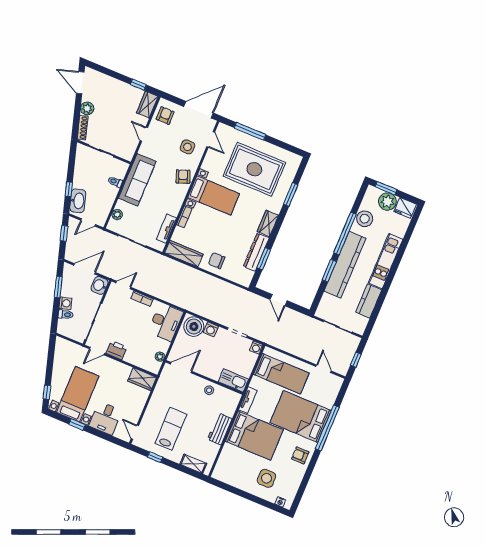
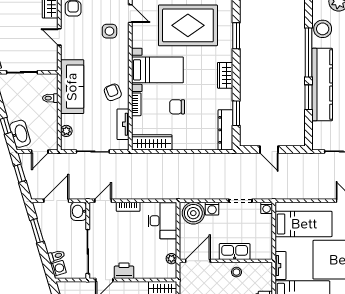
armchair: (183, 177) -> (113, 92), moved
dresser: (256, 252) -> (225, 130), moved
chair: (217, 261) -> (177, 107), moved
washing machine: (65, 303) -> (58, 268), moved
kitchen sink: (233, 380) -> (235, 251), moved

